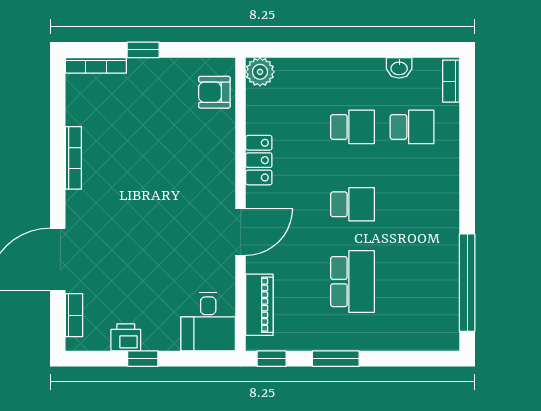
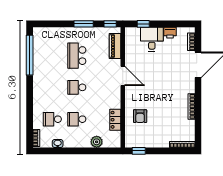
window: (143, 50) -> (139, 151), moved
plant: (260, 72) -> (97, 142), moved
armchair: (214, 92) -> (140, 116), moved, turned 90
locker: (259, 160) -> (115, 120), moved
door: (241, 232) -> (123, 76), swing flipped
desk: (208, 322) -> (152, 39), moved
window: (143, 359) -> (143, 24), moved

